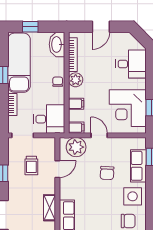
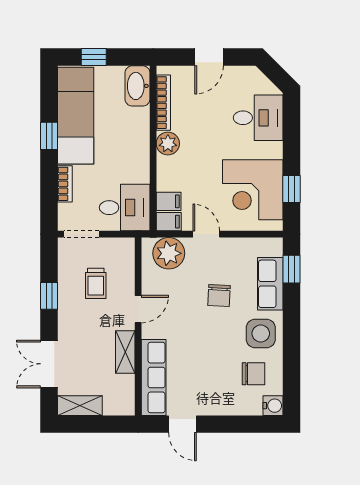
chair: (58, 82) -> (139, 147), removed
filing cabinet: (76, 104) -> (169, 201), moved
door: (57, 169) -> (138, 309), moved

